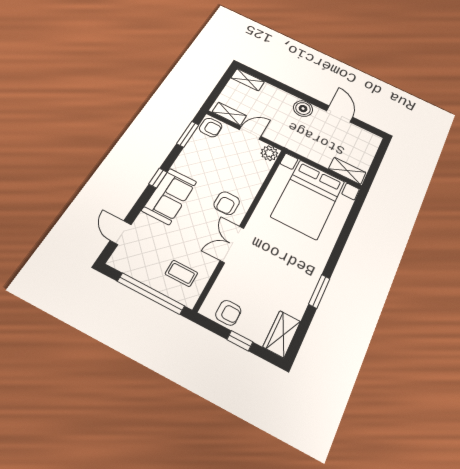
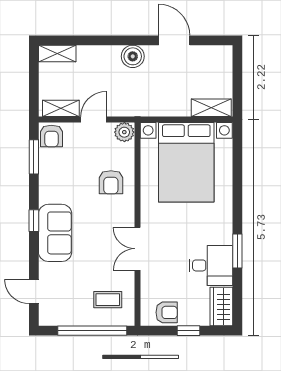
armchair: (211, 128) -> (51, 136), turned 90
armchair: (227, 203) -> (111, 182), moved
desk: (290, 292) -> (211, 265), added

